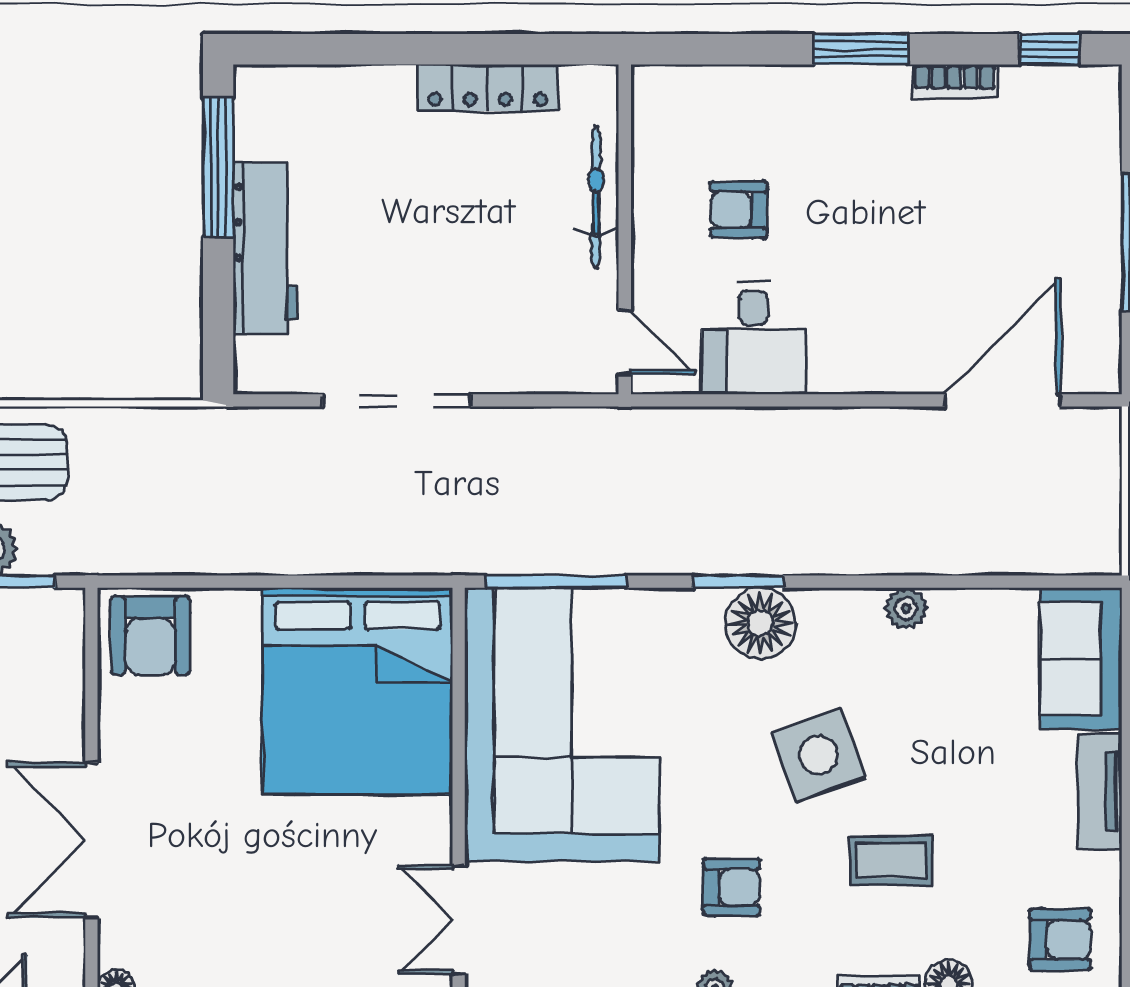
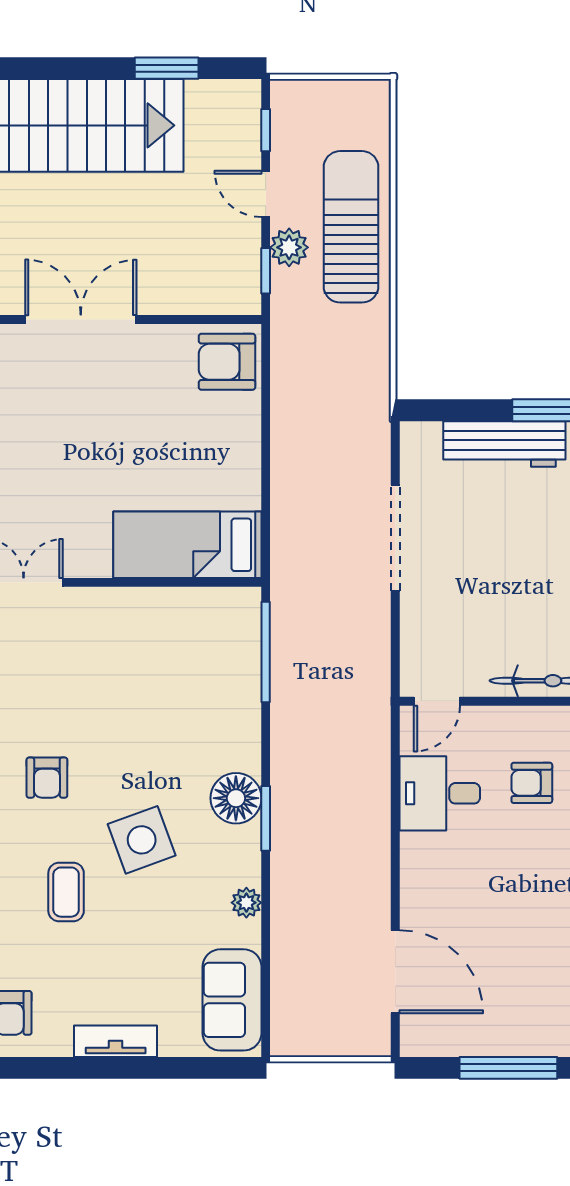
armchair: (739, 210) -> (532, 783), turned -90
window: (738, 582) -> (266, 818), moved
sofa: (1081, 659) -> (232, 1000), moved, turned -90
bed: (357, 691) -> (187, 545), width x0.49
corner sofa: (562, 724) -> (164, 656), removed

